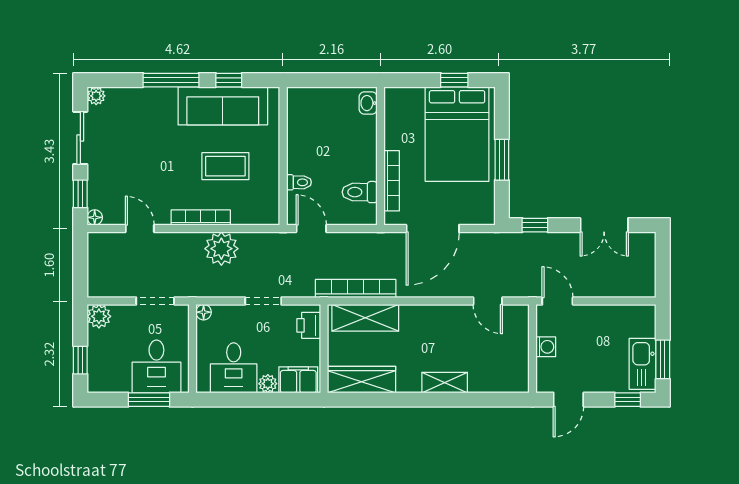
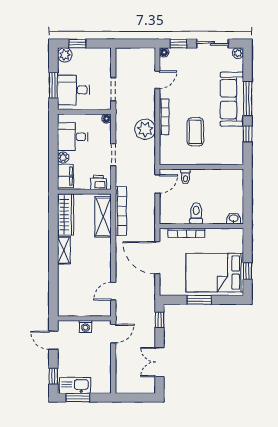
sofa: (223, 106) -> (232, 99), moved
toilet: (360, 192) -> (196, 213), moved
plant: (99, 316) -> (65, 55), moved
shelving: (445, 383) -> (64, 250), moved

